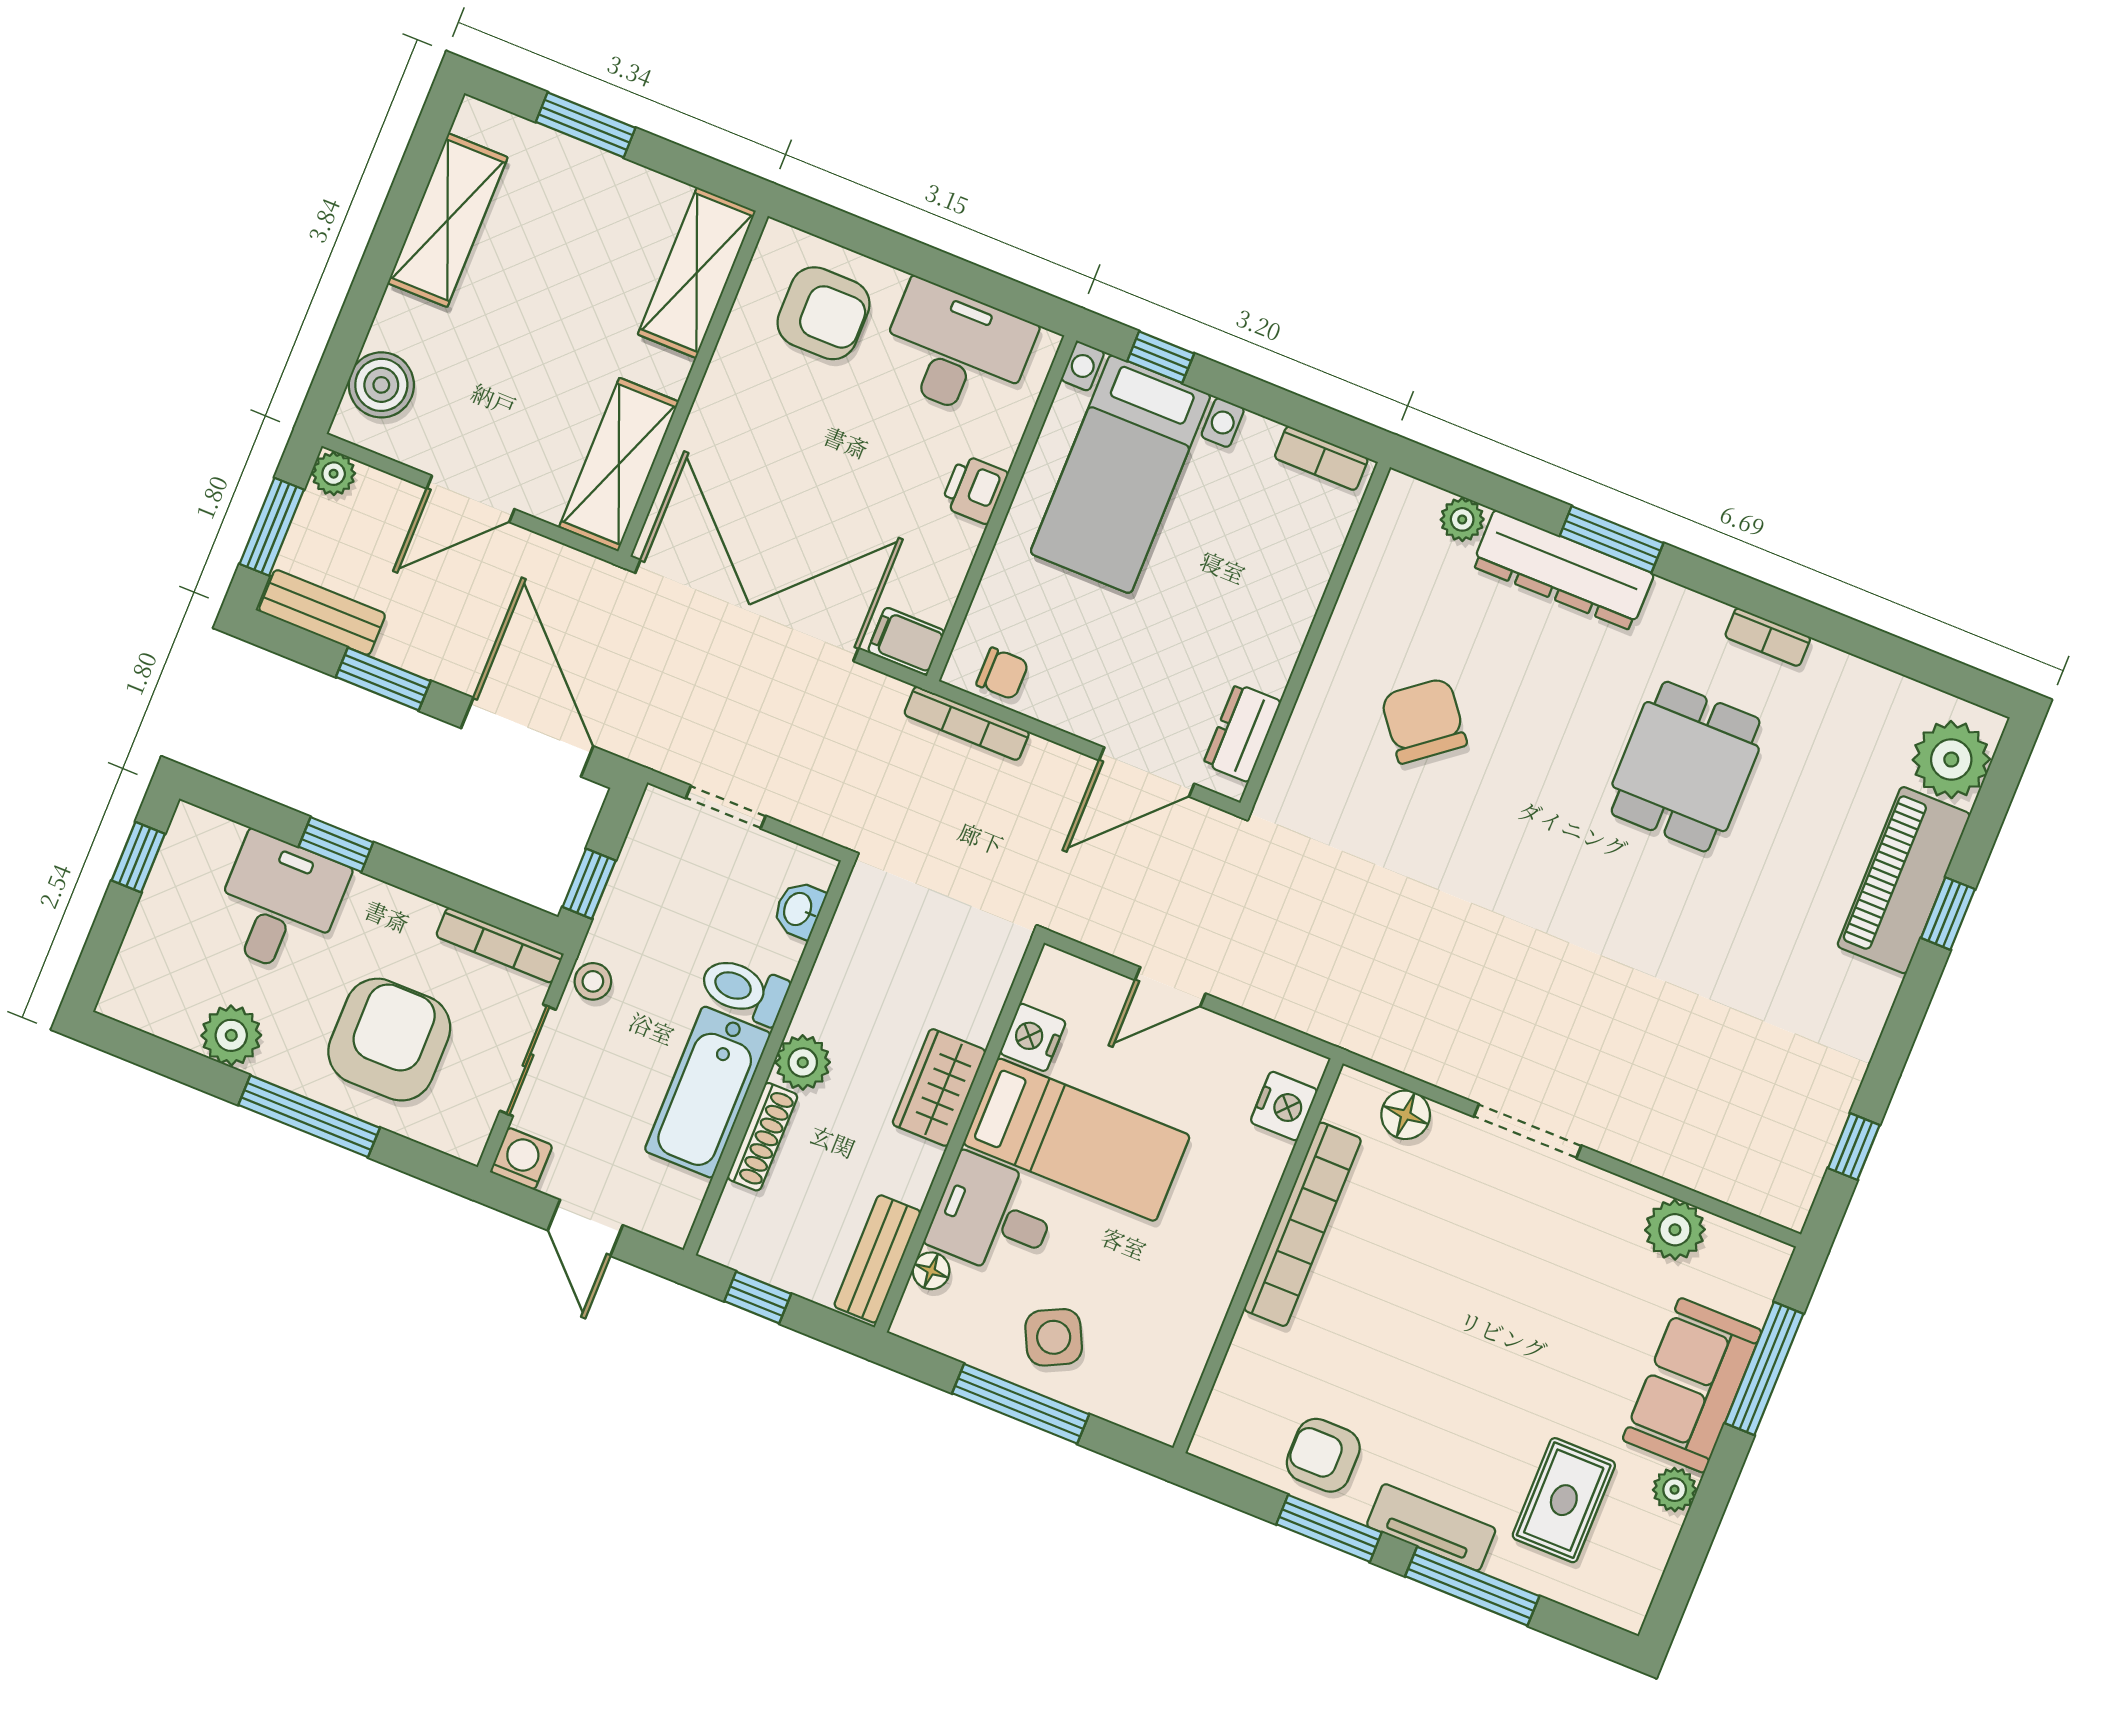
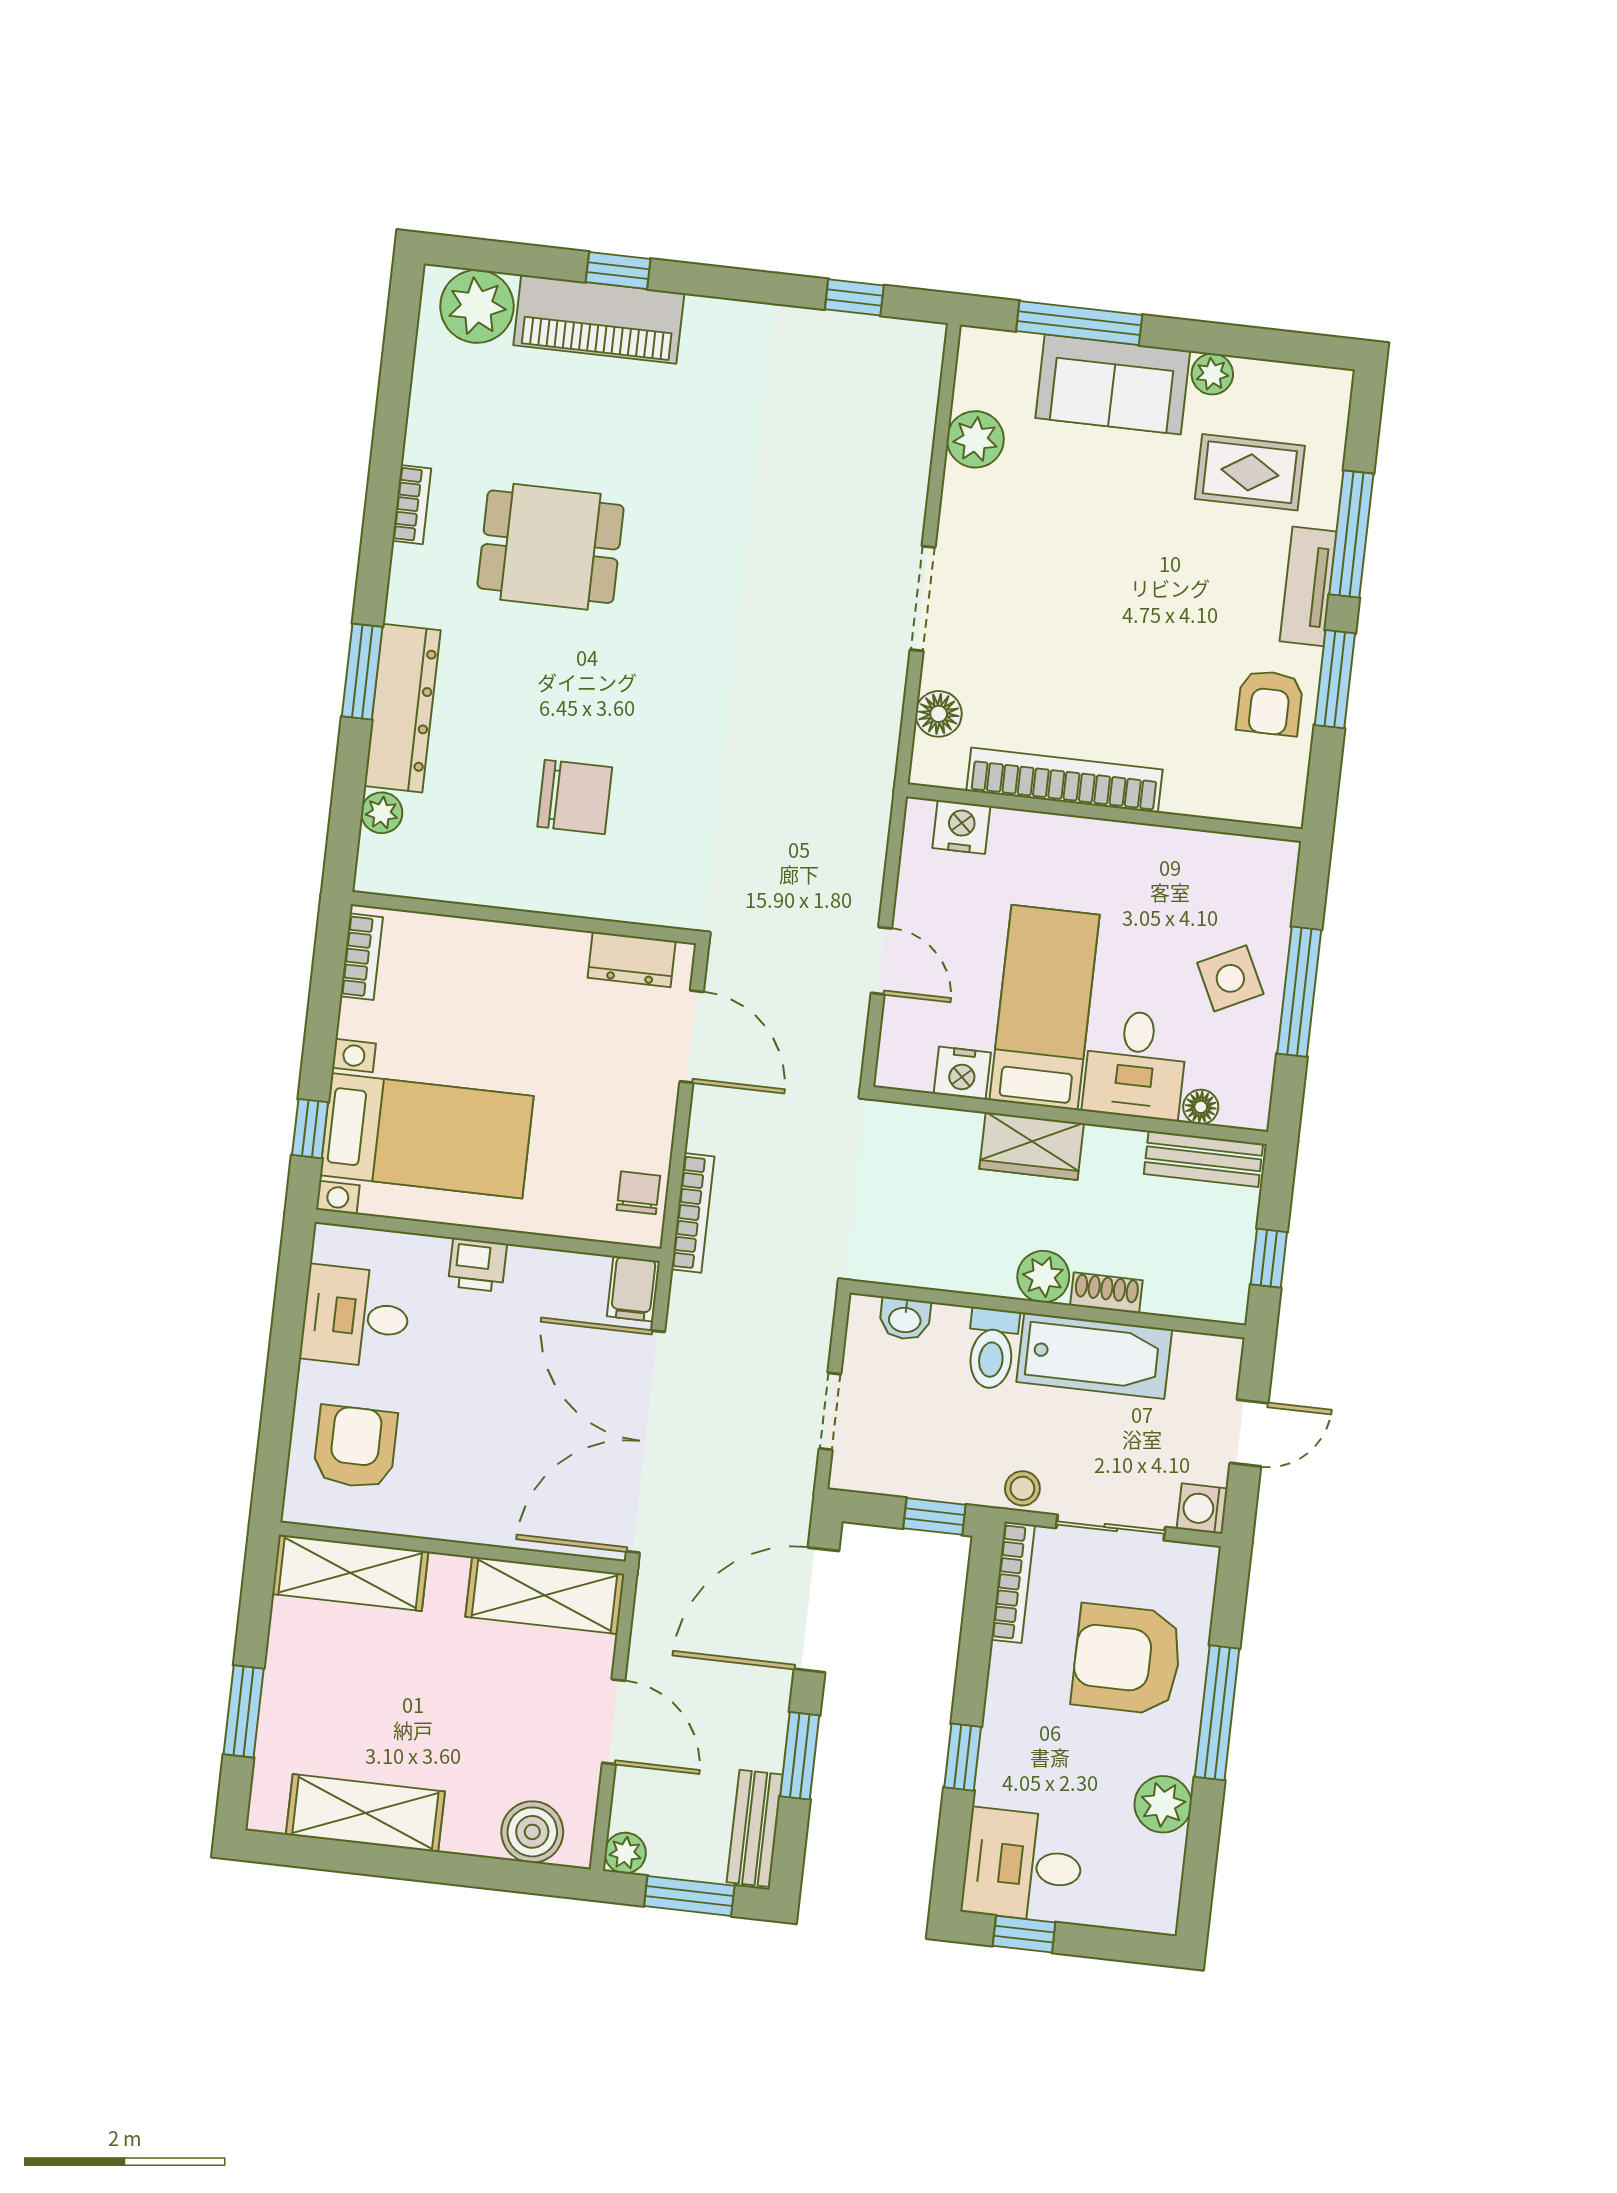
desk: (956, 351) -> (356, 1317), width x0.73
chair: (1424, 721) -> (575, 797), turned -142
desk: (279, 904) -> (1023, 1865), moved
shoe rack: (762, 1137) -> (1106, 1293), width x0.70

